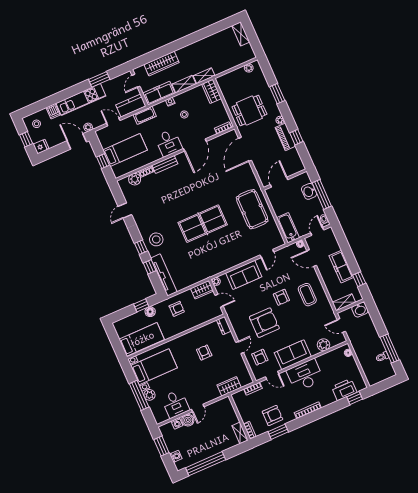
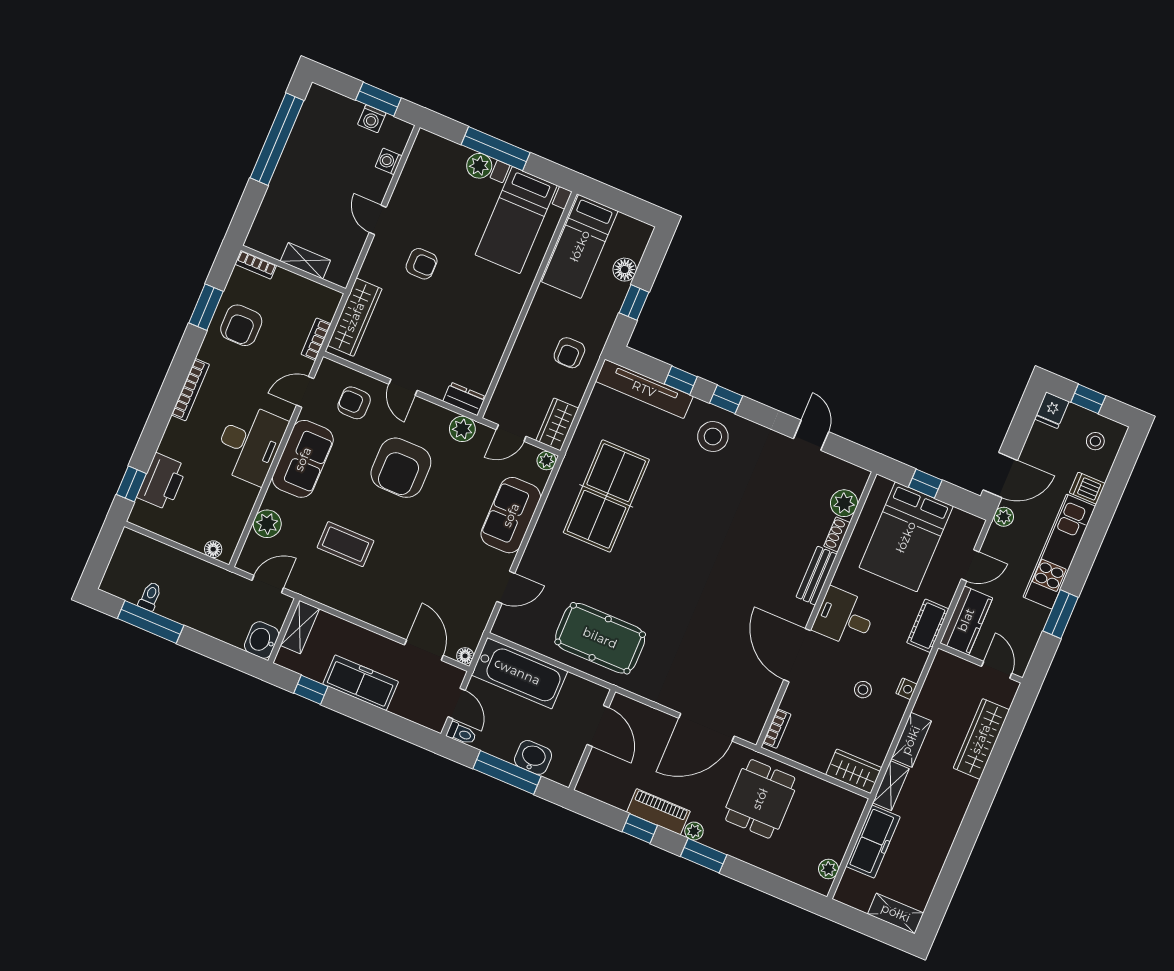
freezer: (159, 93) -> (873, 841), moved
window: (277, 94) -> (704, 856), moved
door: (245, 149) -> (706, 727), swing flipped
bed: (125, 150) -> (906, 537), width x1.50
table tennis table: (203, 224) -> (606, 496), moved
bathtub: (288, 228) -> (520, 673), width x1.36, depth x1.36
door: (267, 253) -> (506, 587), swing flipped
door: (312, 258) -> (424, 650), hinge flipped
coffee table: (307, 295) -> (345, 544), moved
armchair: (281, 297) -> (412, 537), removed
floor lamp: (150, 312) -> (625, 270), moved
plant: (233, 317) -> (462, 429), added
armchair: (204, 353) -> (422, 264), moved
wardrobe: (229, 386) -> (355, 317), width x1.50
desk: (175, 404) -> (422, 192), removed
boiler: (188, 420) -> (375, 184), removed
shelving: (240, 433) -> (305, 261), moved
washing machine: (176, 456) -> (372, 119), moved

